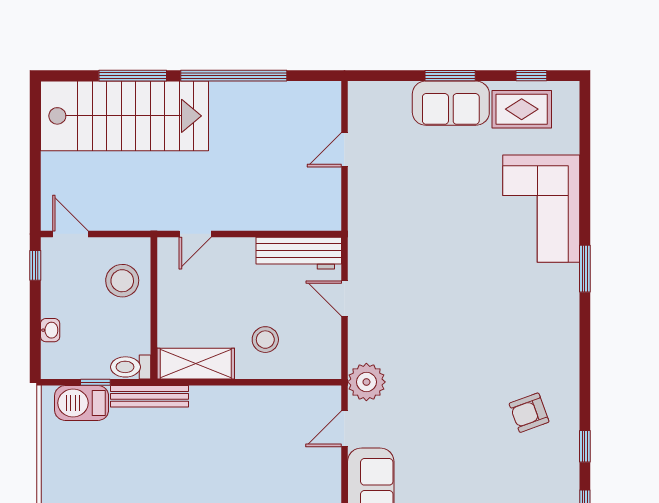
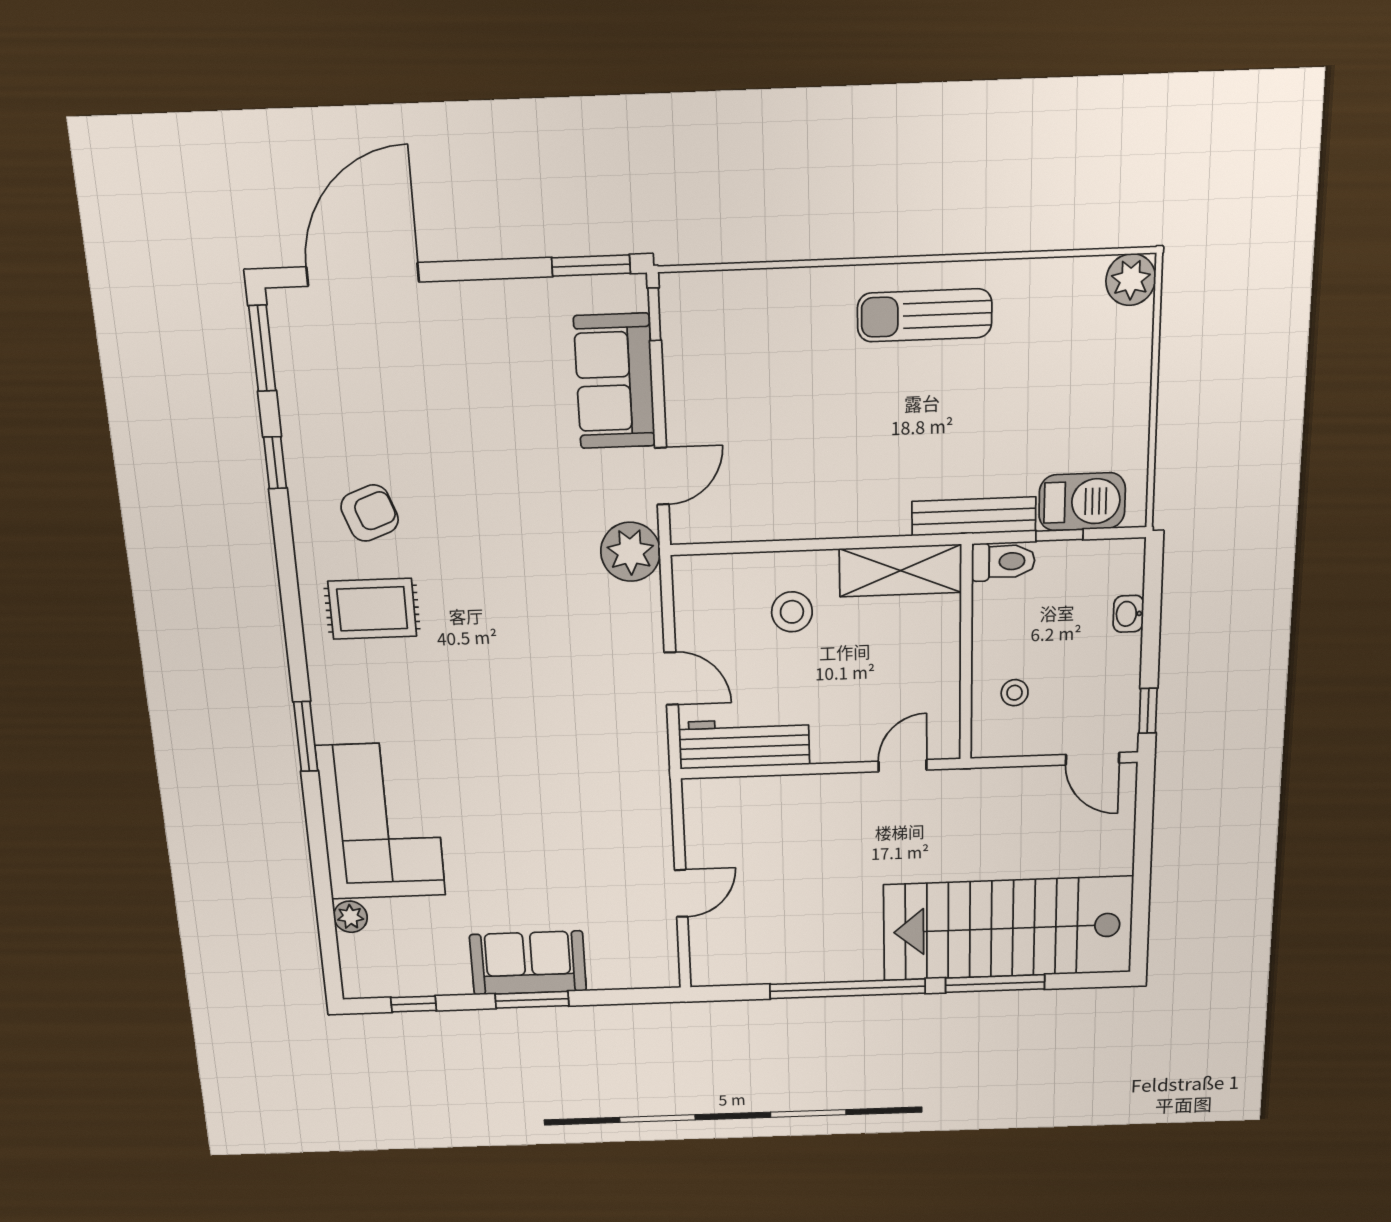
rug: (522, 109) -> (372, 609), moved
plant: (568, 141) -> (350, 917), added
stool: (122, 281) -> (1015, 693), width x0.53, depth x0.53

